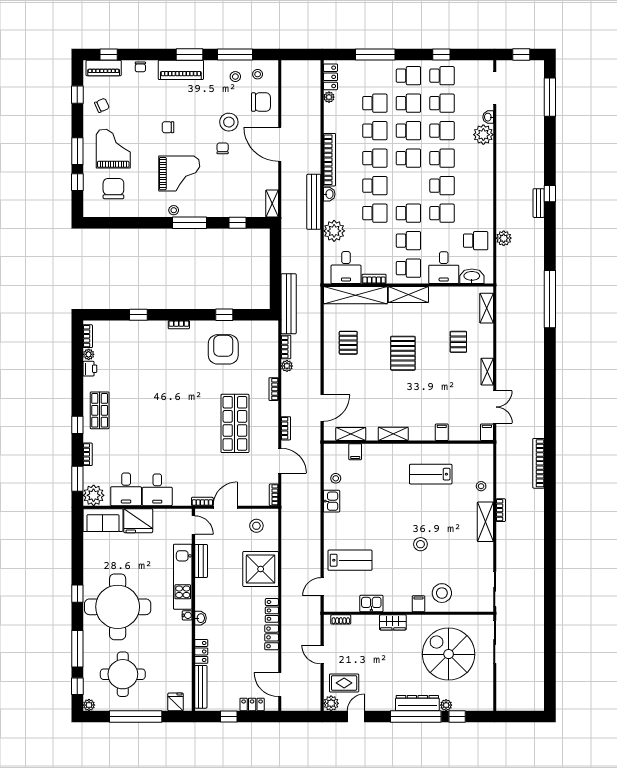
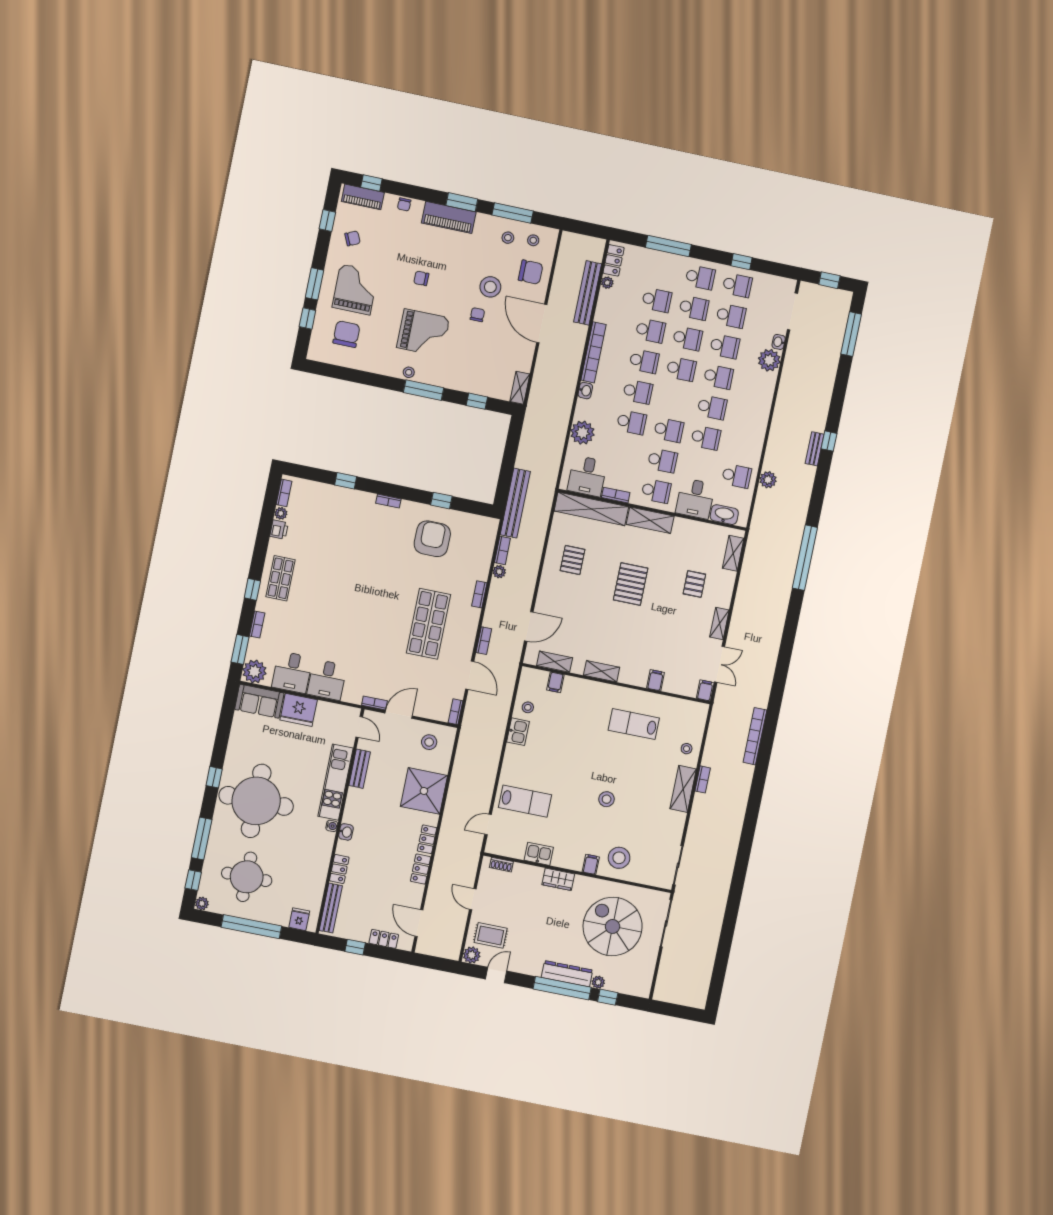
bench: (314, 202) -> (588, 293), moved

